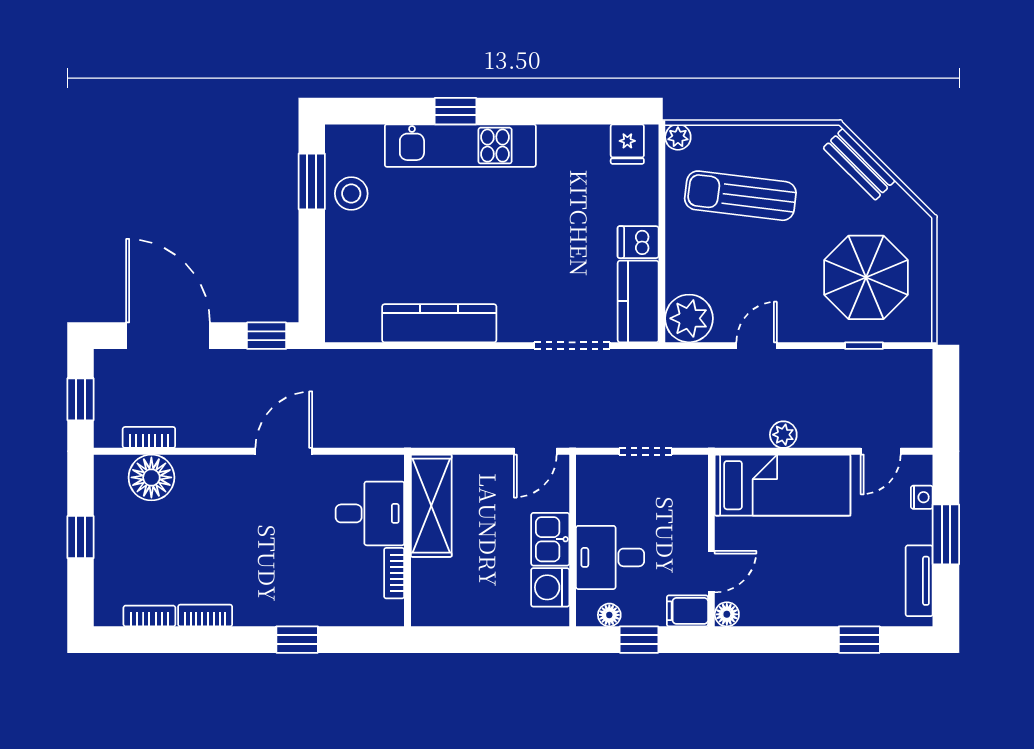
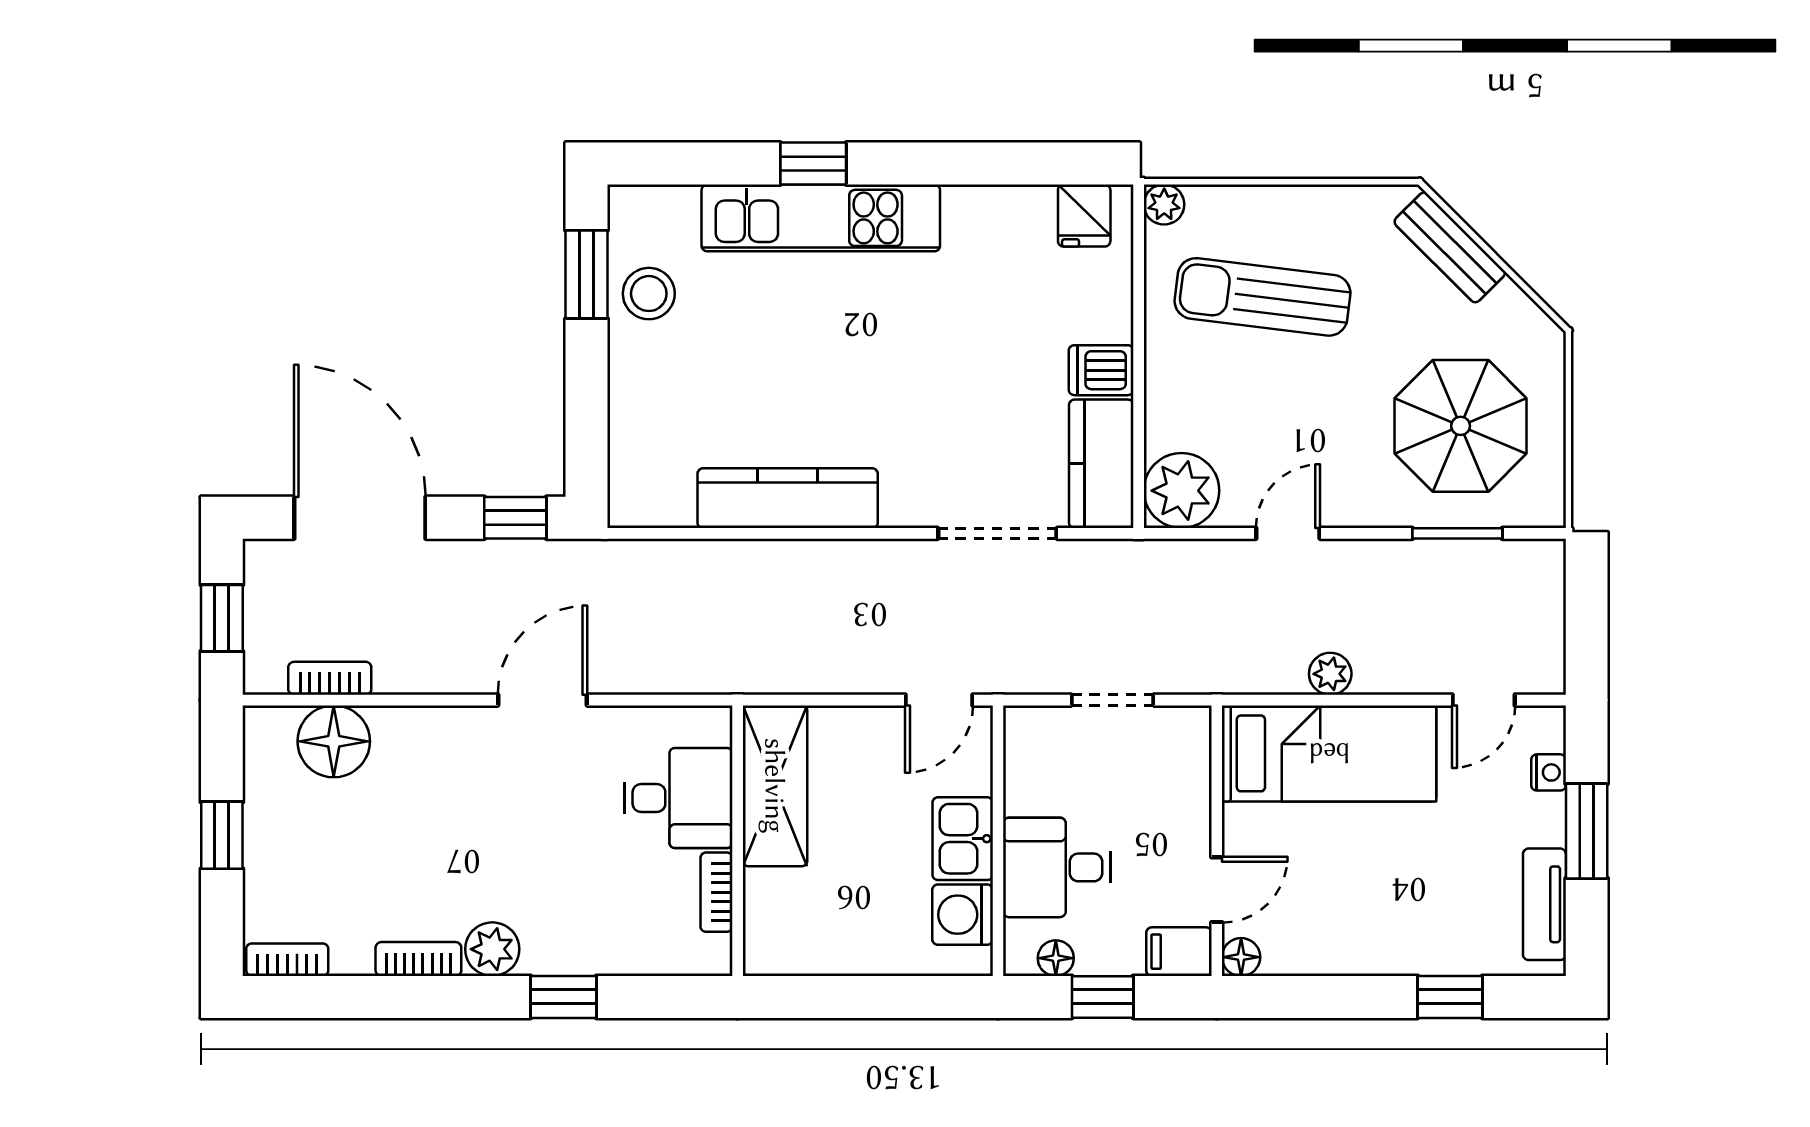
window: (864, 346) -> (1457, 533), width x1.50
plant: (252, 609) -> (492, 949), added
bookcase: (149, 616) -> (287, 960), moved

